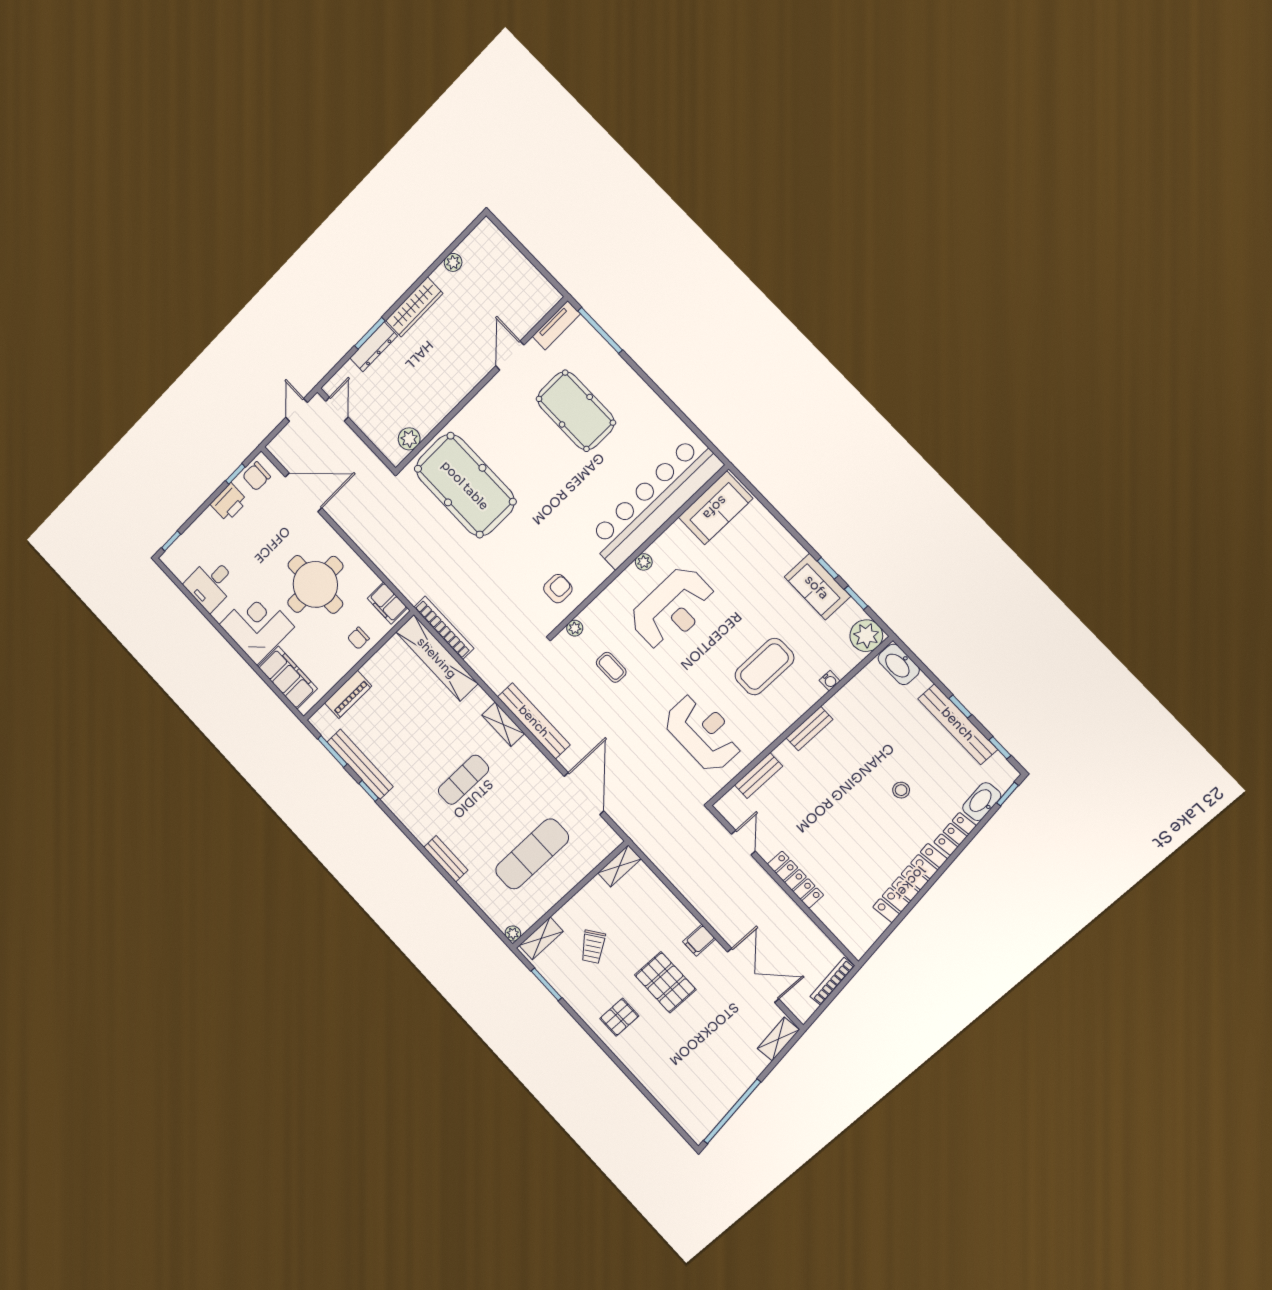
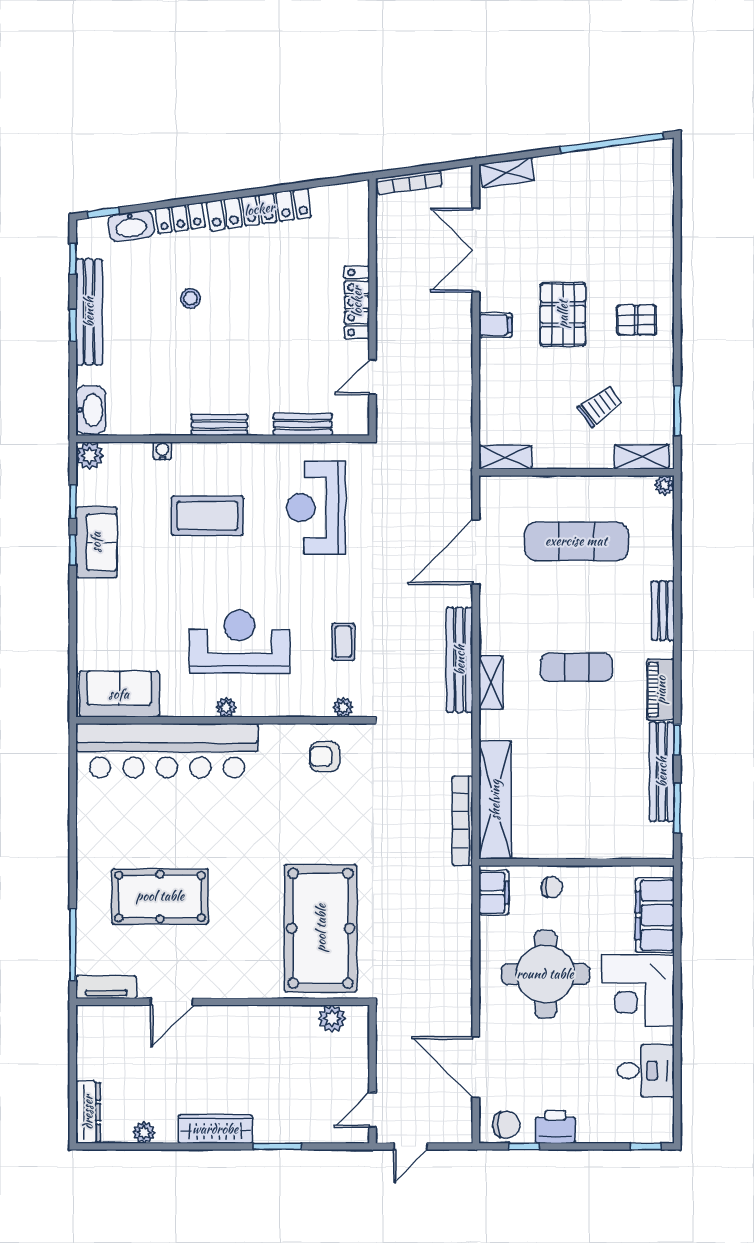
dresser: (374, 347) -> (88, 1112), moved, turned 90
pool table: (576, 411) -> (160, 896), turned 90
plant: (866, 636) -> (90, 456), width x0.73, depth x0.73
piano: (348, 694) -> (661, 690), moved, turned -90

